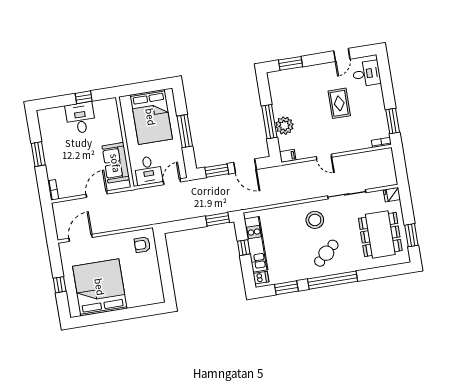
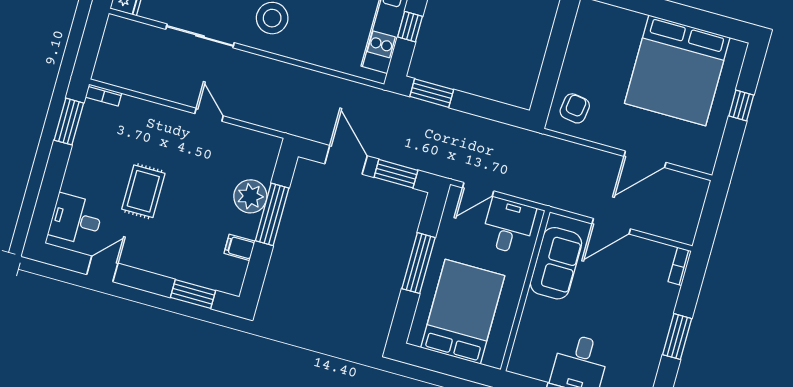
filing cabinet: (288, 156) -> (239, 247), moved
door: (81, 238) -> (645, 159), moved
armchair: (142, 245) -> (575, 108), turned -82

